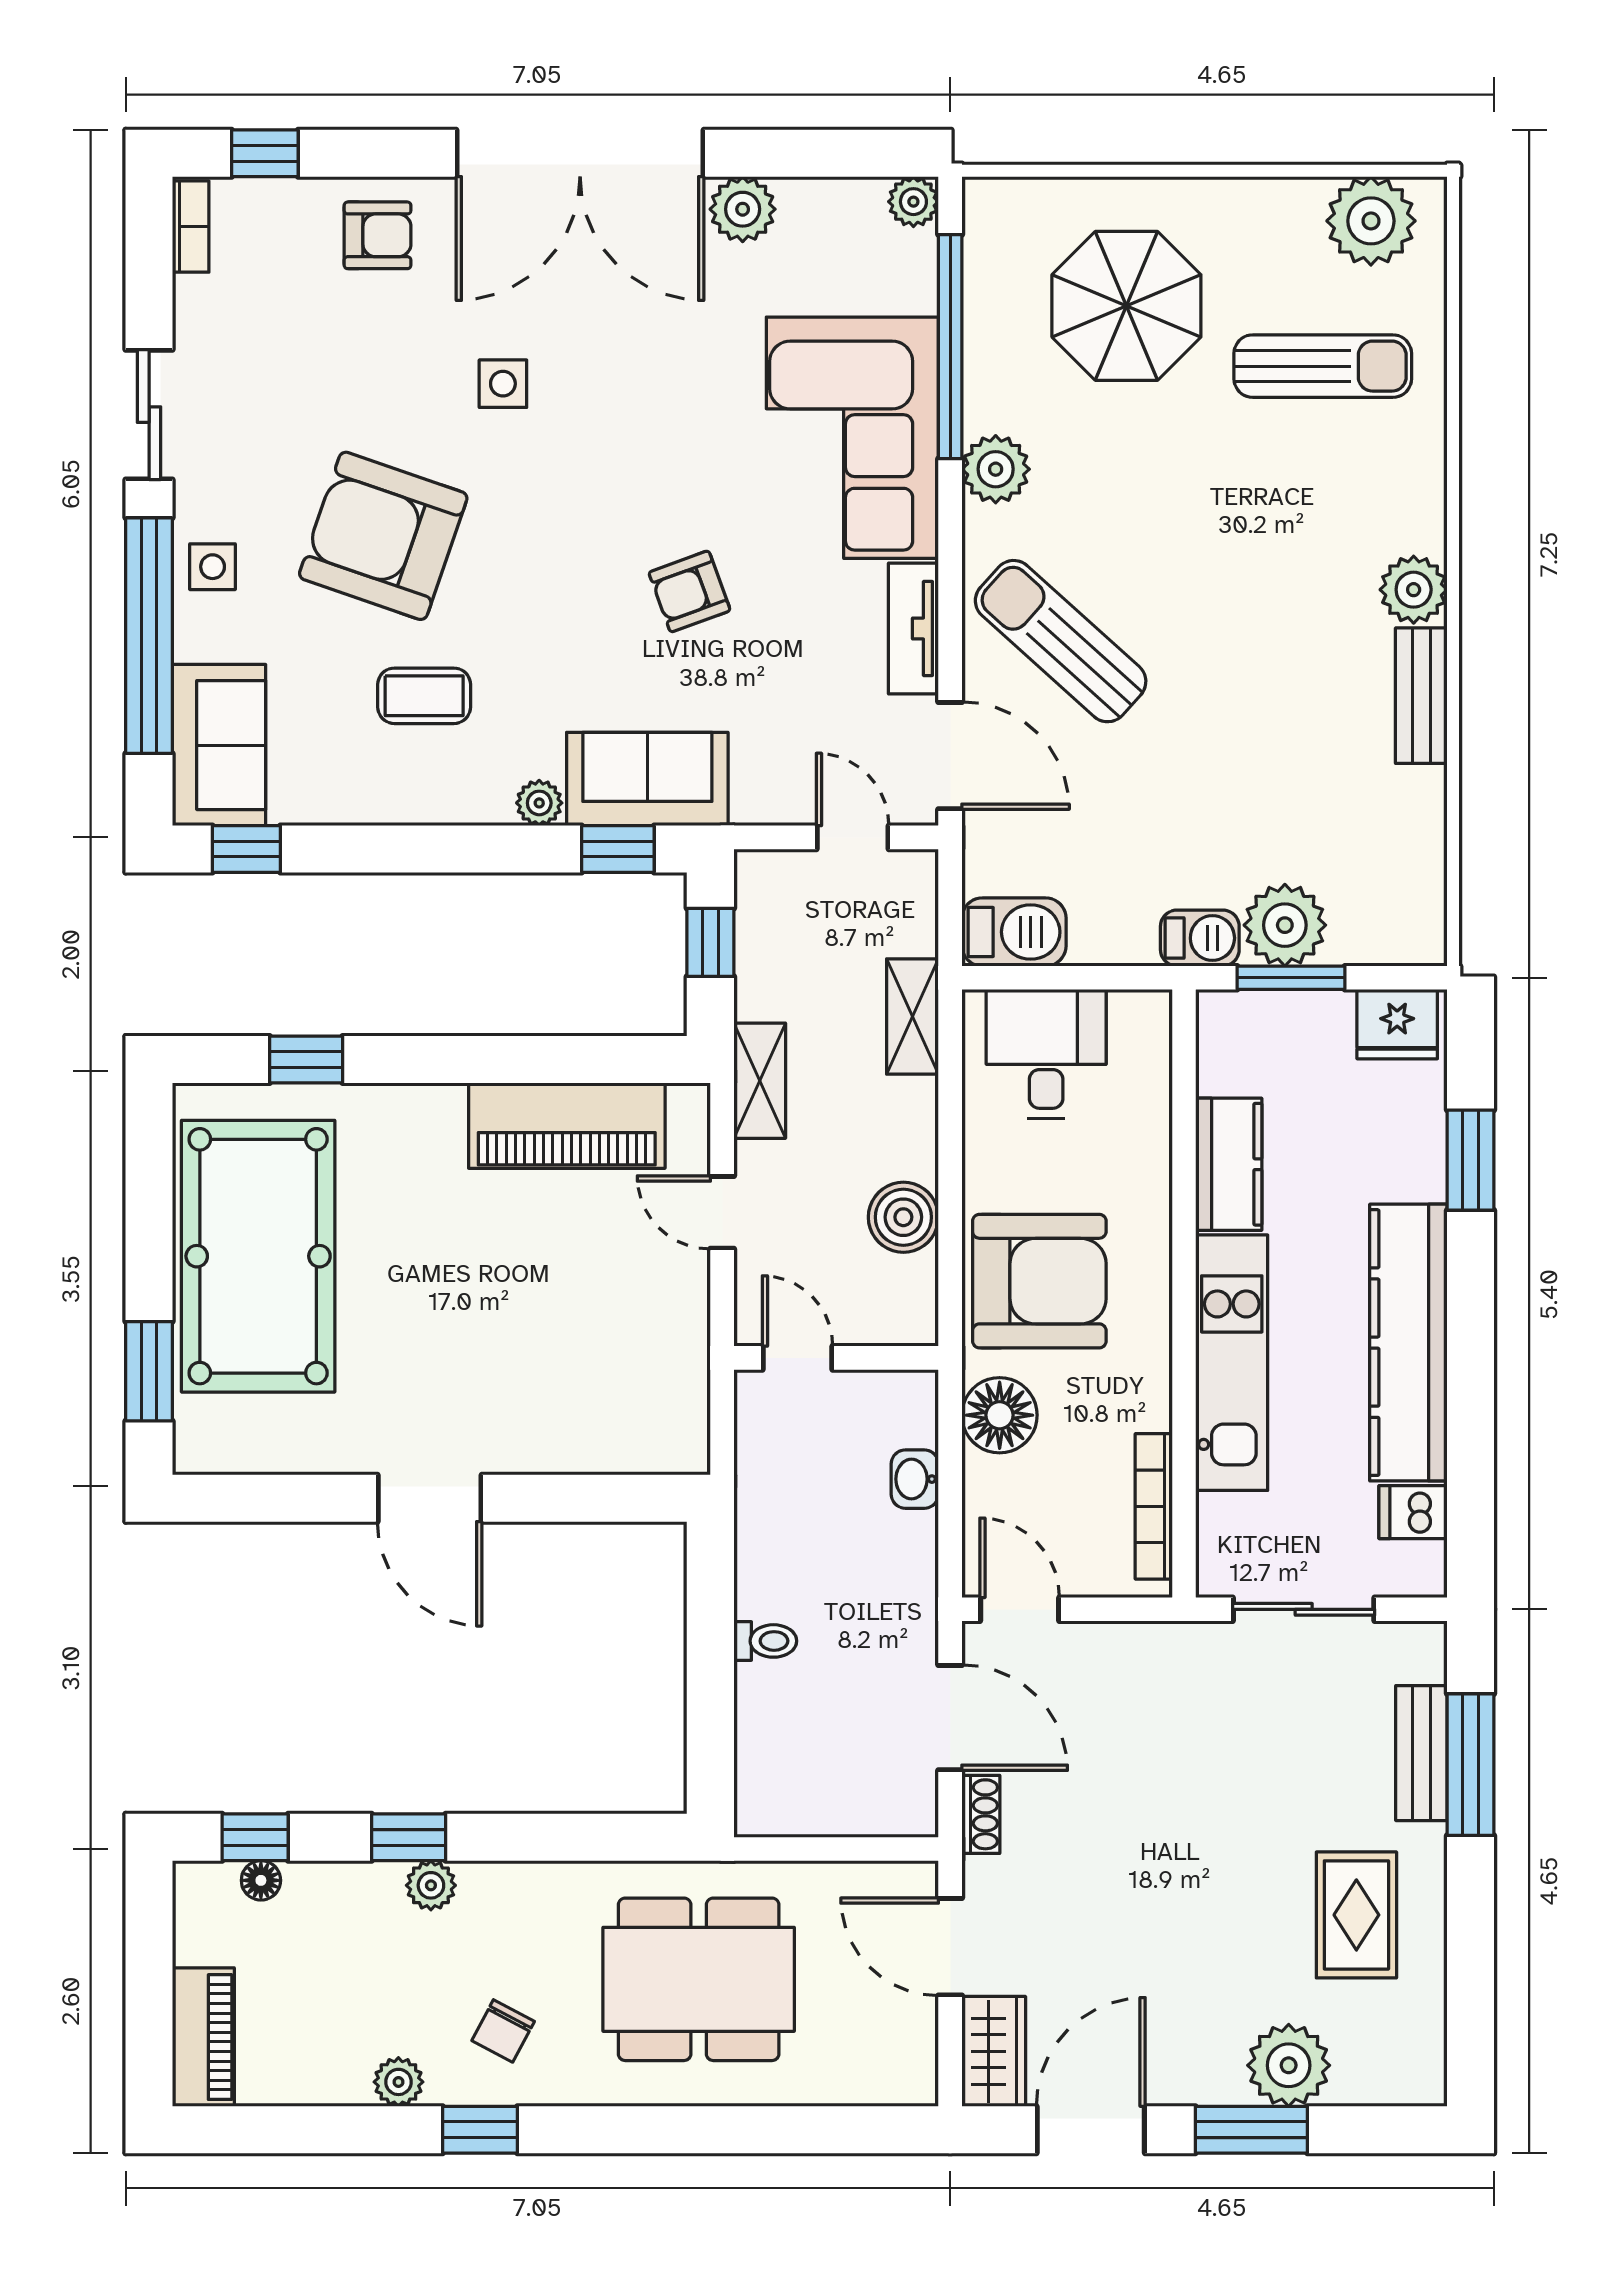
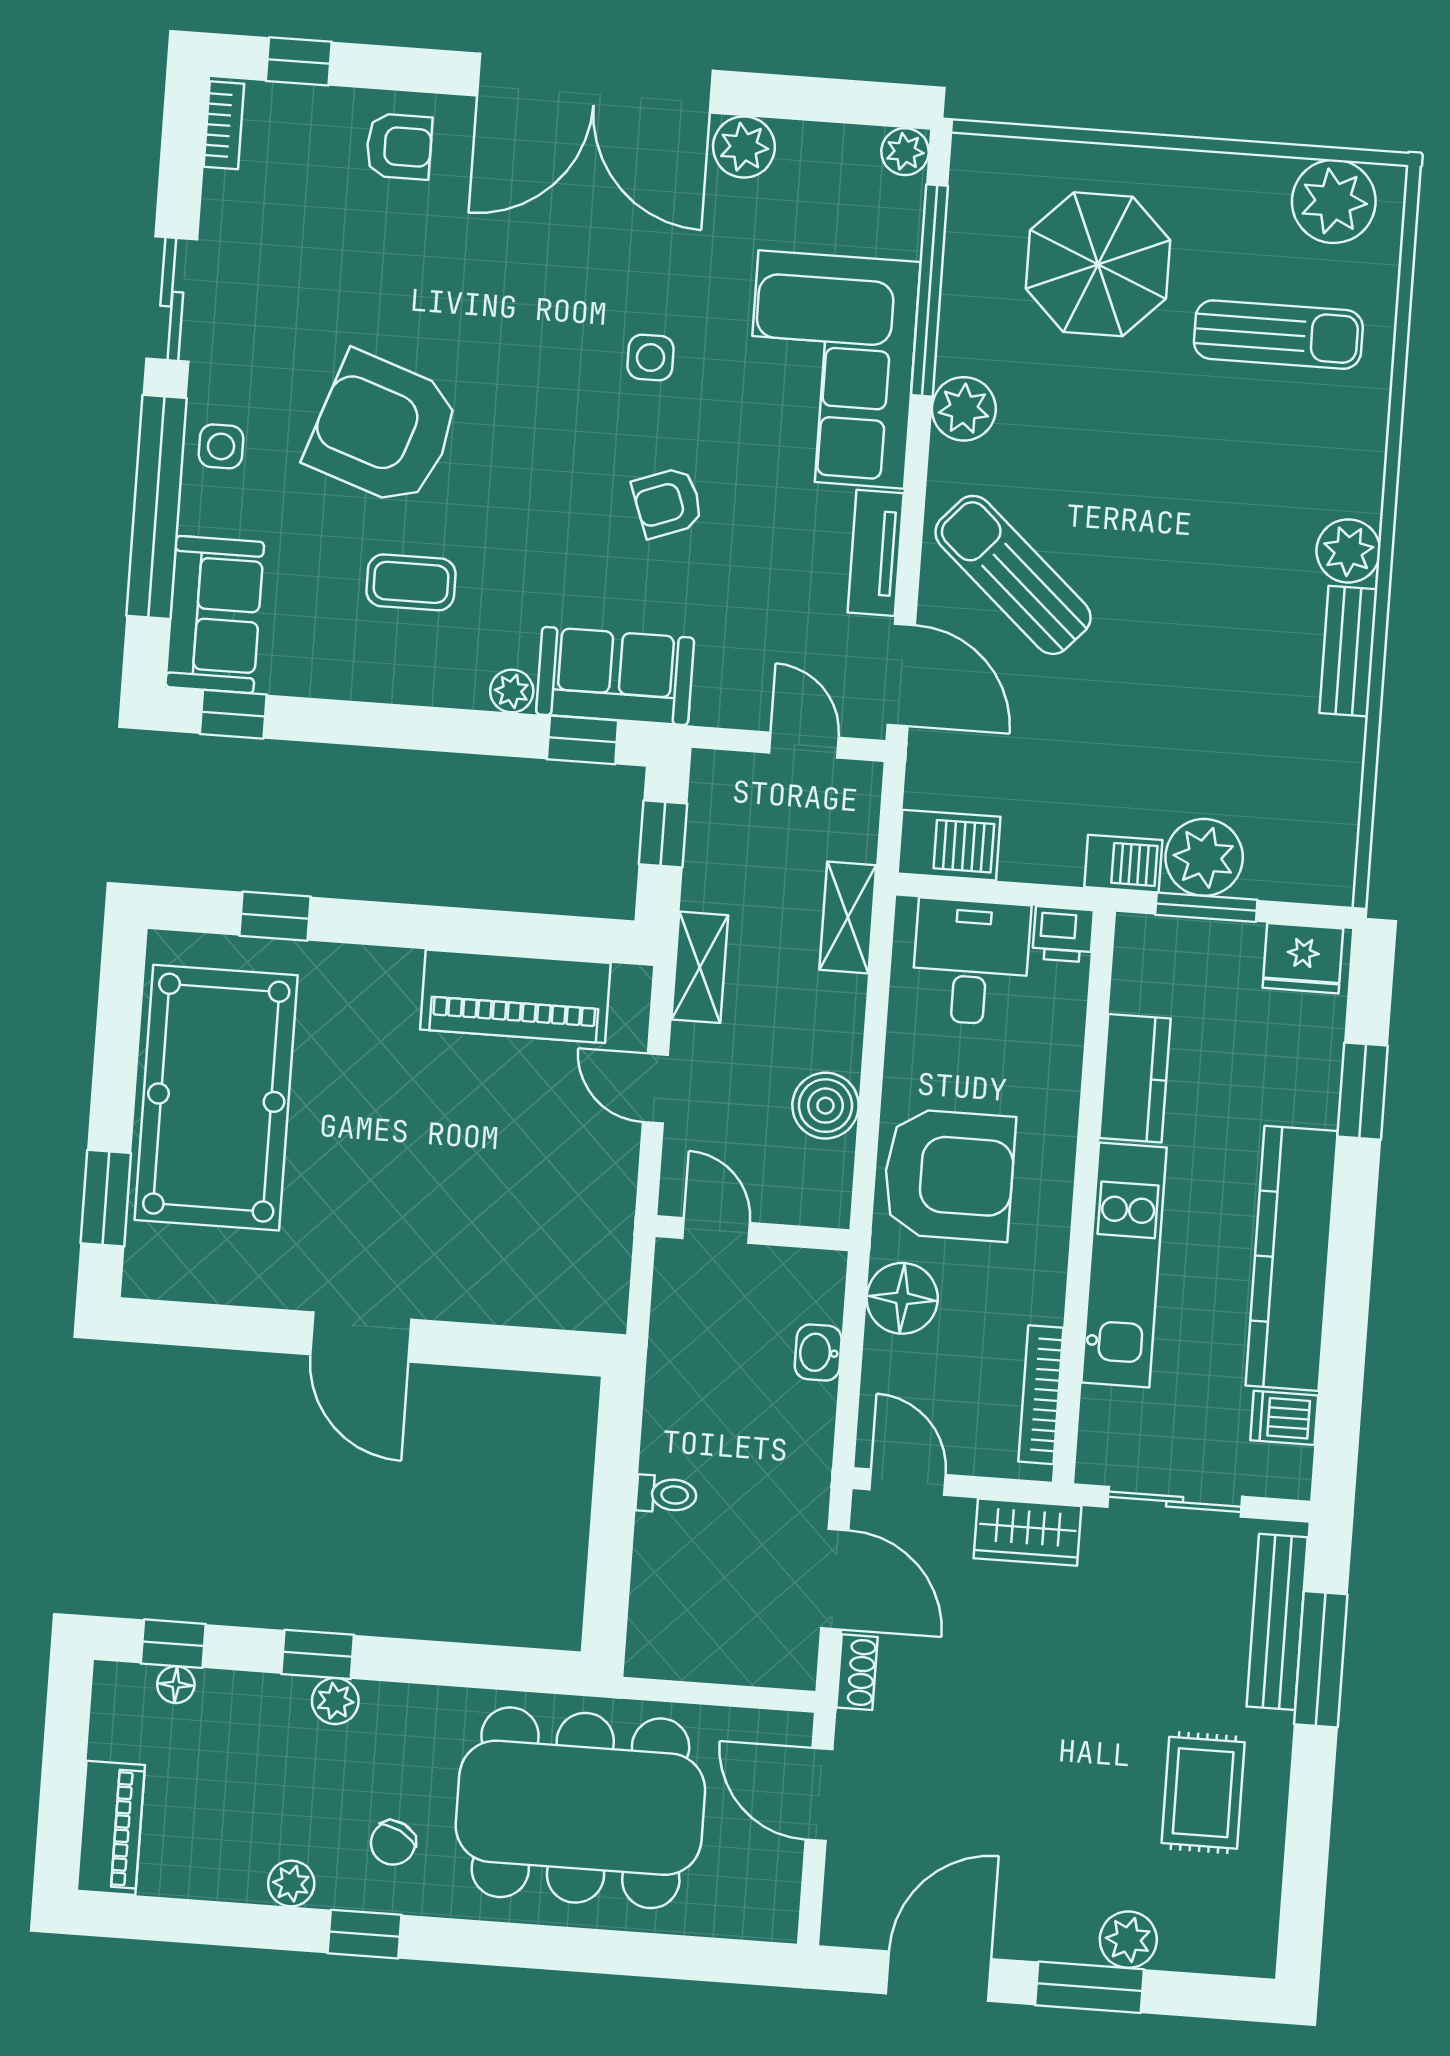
side table: (503, 384) -> (651, 358), moved
printer: (1142, 1017) -> (1063, 934), added
bench: (1421, 1753) -> (1277, 1622), width x1.36
dining table: (699, 1979) -> (580, 1808), width x1.36, depth x1.24
wardrobe: (994, 2051) -> (1028, 1532), moved, turned 90
plant: (1289, 2065) -> (1128, 1940), width x0.73, depth x0.73

